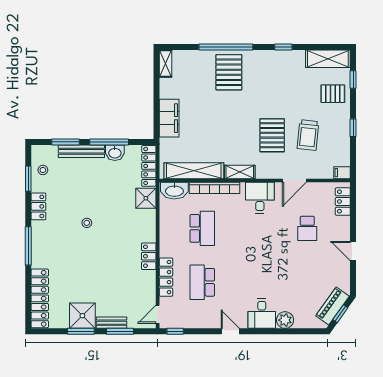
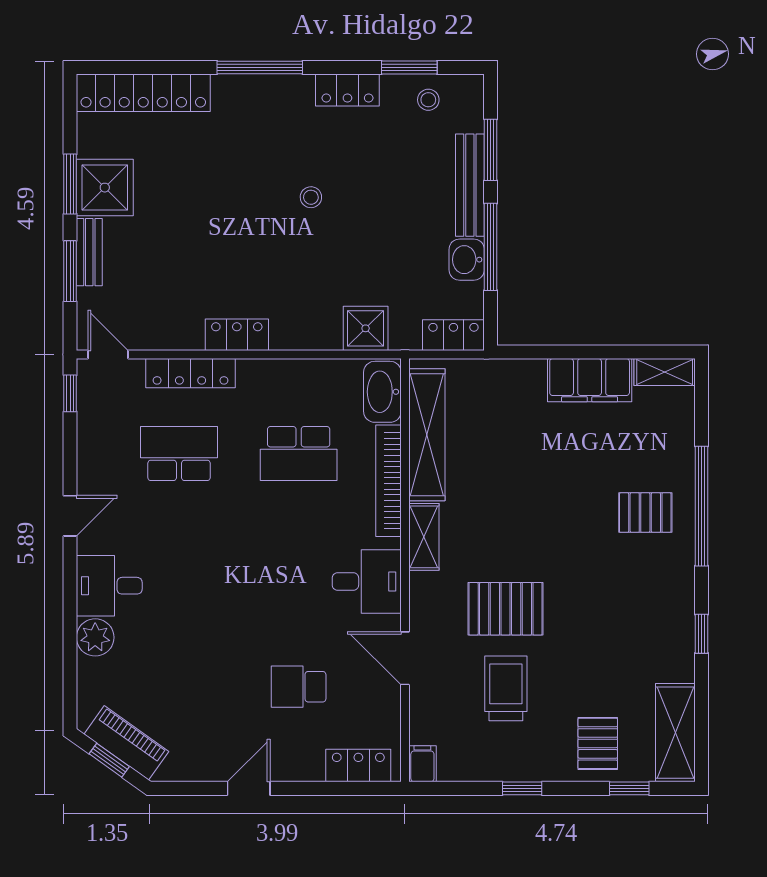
pallet: (229, 72) -> (645, 513), width x0.67, depth x0.71
filing cabinet: (169, 118) -> (590, 380), moved
trolley: (308, 135) -> (506, 688), turned 84
locker: (149, 166) -> (453, 335), width x0.66

